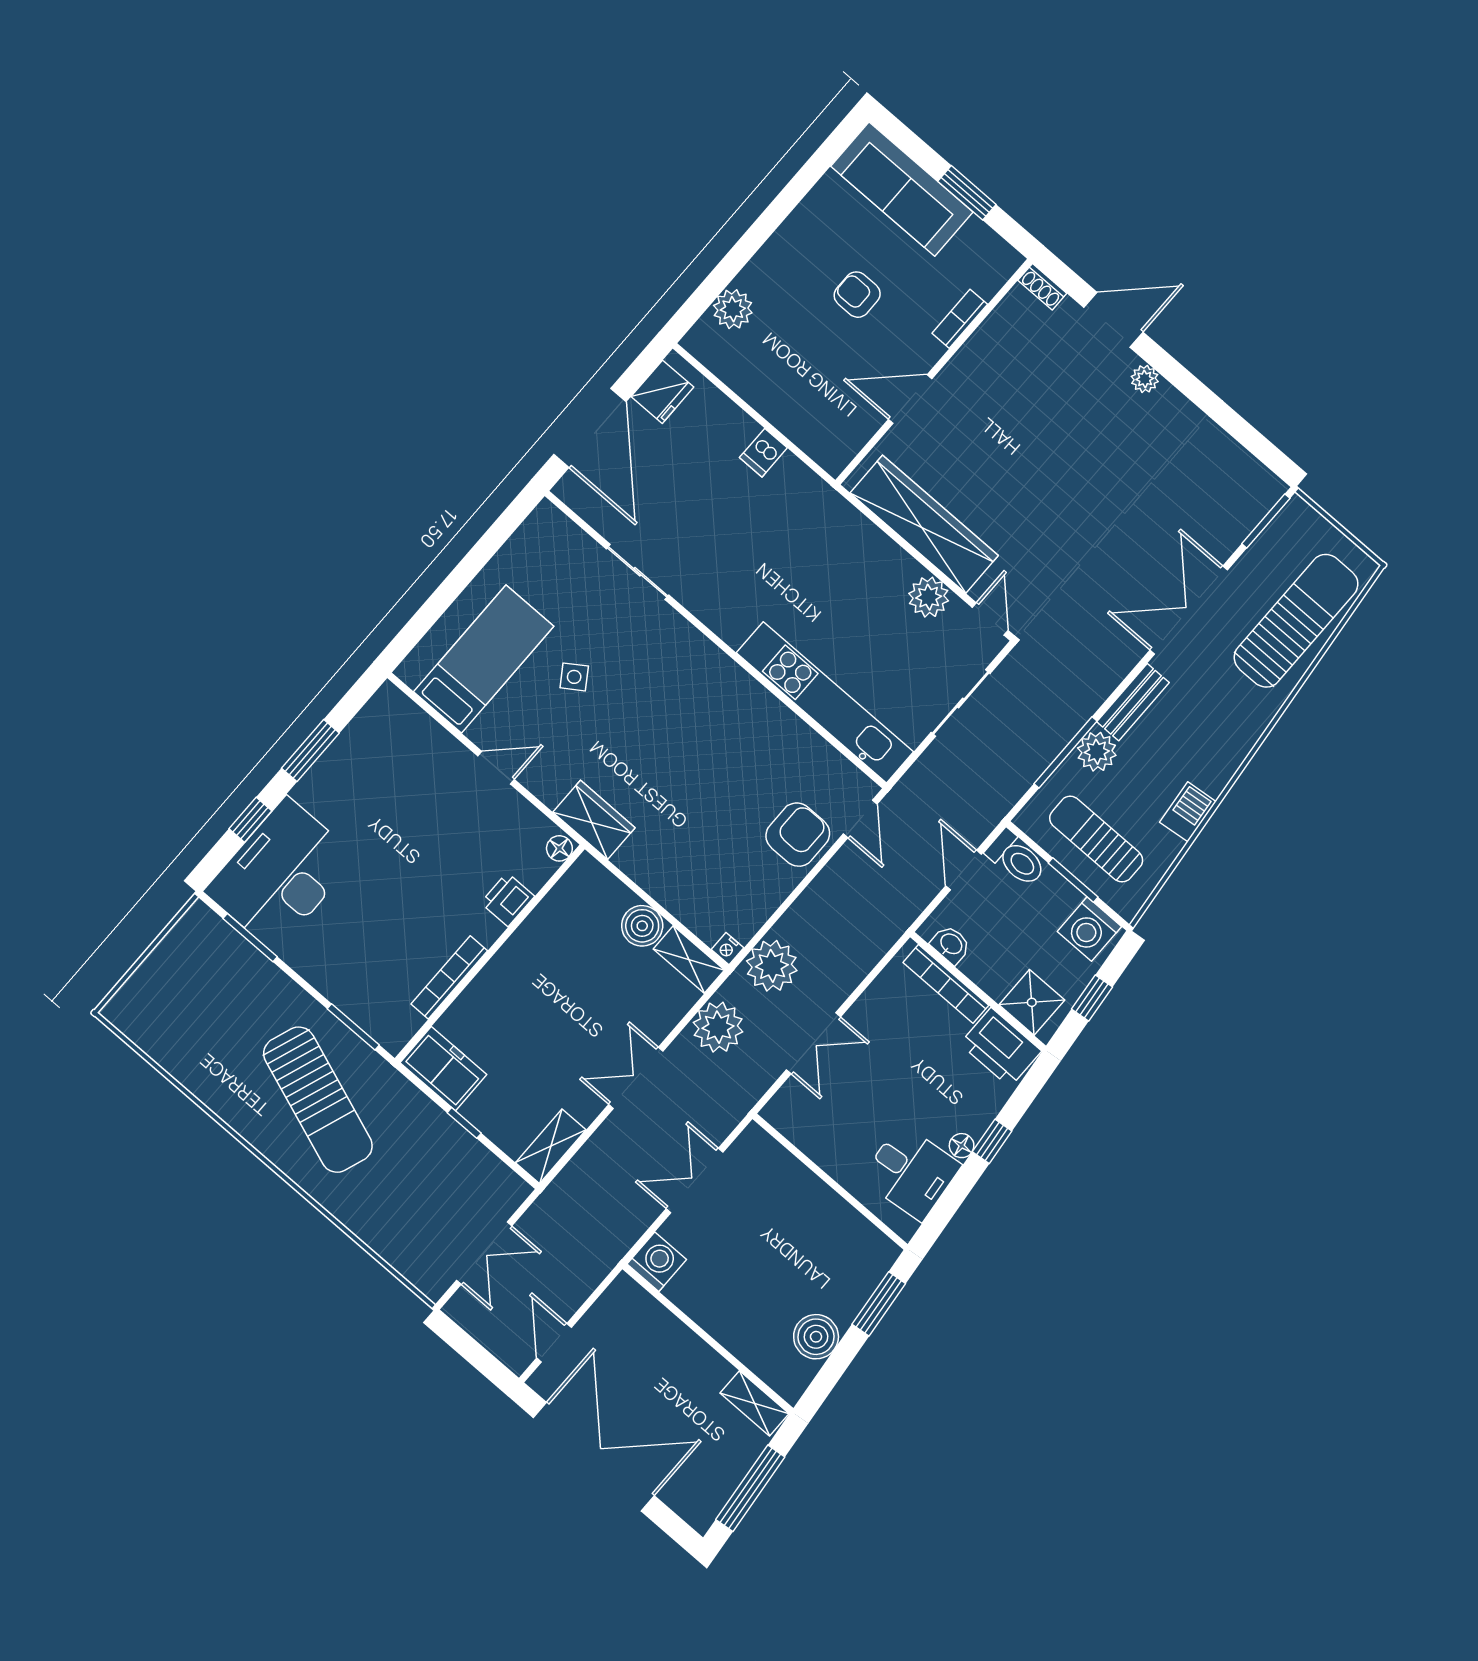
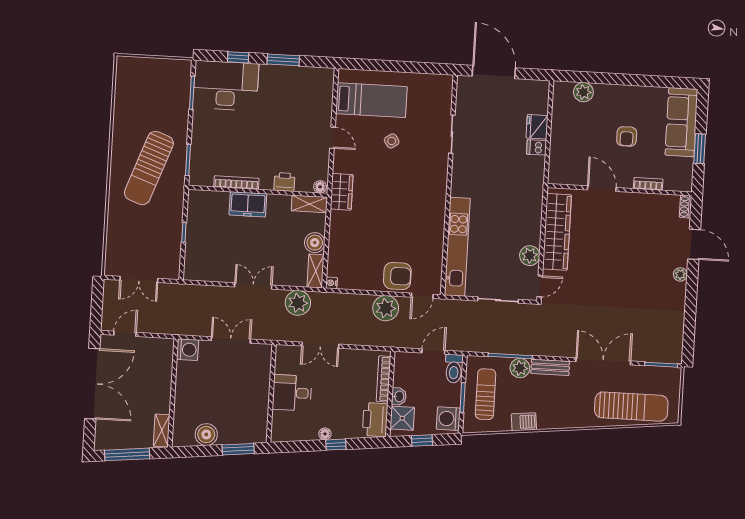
armchair: (857, 295) -> (627, 136), turned 180
fridge: (662, 392) -> (537, 127), moved, turned 90
door: (590, 428) -> (494, 72), swing flipped
washbasin: (951, 944) -> (399, 396), moved
plant: (772, 966) -> (386, 308), moved
freezer: (443, 1069) -> (248, 204), moved, turned 90
shelving: (551, 1146) -> (309, 204), moved
desk: (911, 1172) -> (292, 393), moved, turned 96

